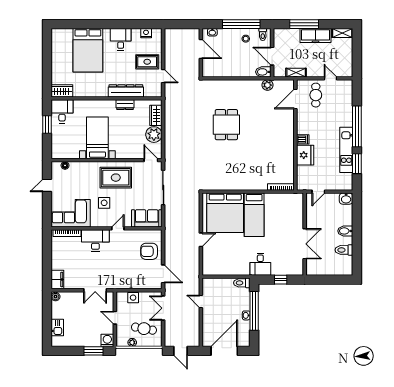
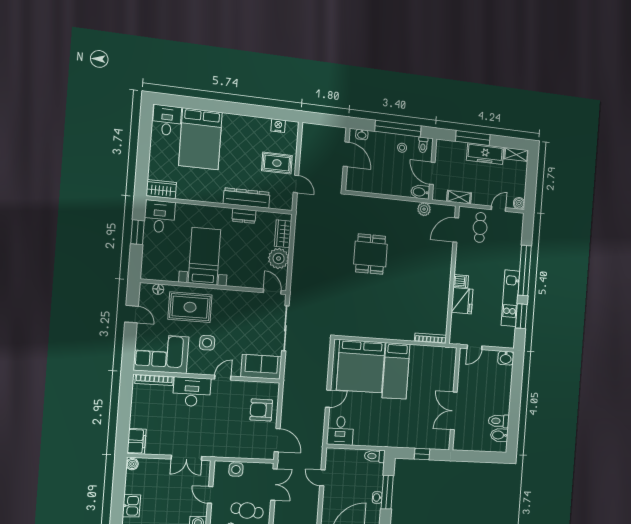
desk: (121, 39) -> (167, 120), moved
boiler: (348, 72) -> (519, 203), added
door: (330, 78) -> (499, 209), hinge flipped
rug: (116, 178) -> (190, 307), moved
door: (47, 185) -> (132, 314), swing flipped
bidet: (345, 231) -> (499, 435), moved
double door: (305, 244) -> (454, 411), swing flipped
desk: (260, 264) -> (340, 431), moved
double door: (163, 308) -> (274, 485), swing flipped
window: (254, 311) -> (387, 492), width x0.68

